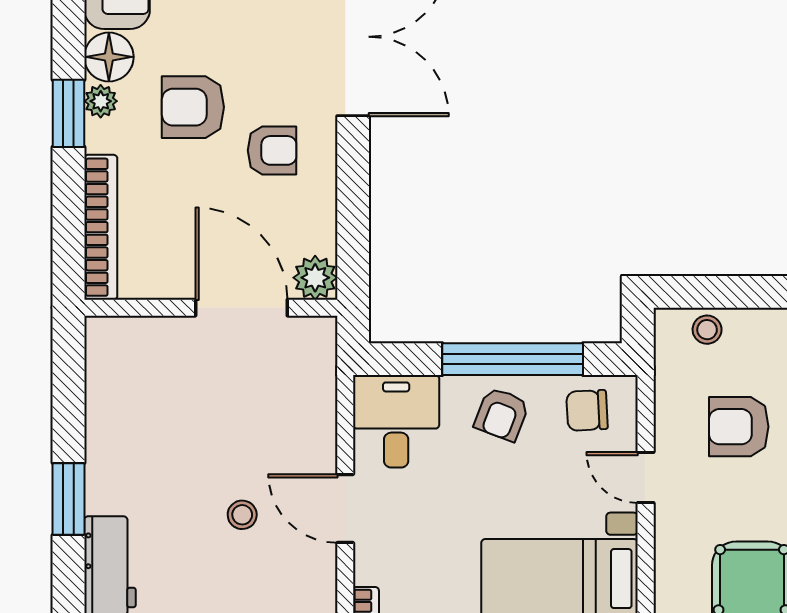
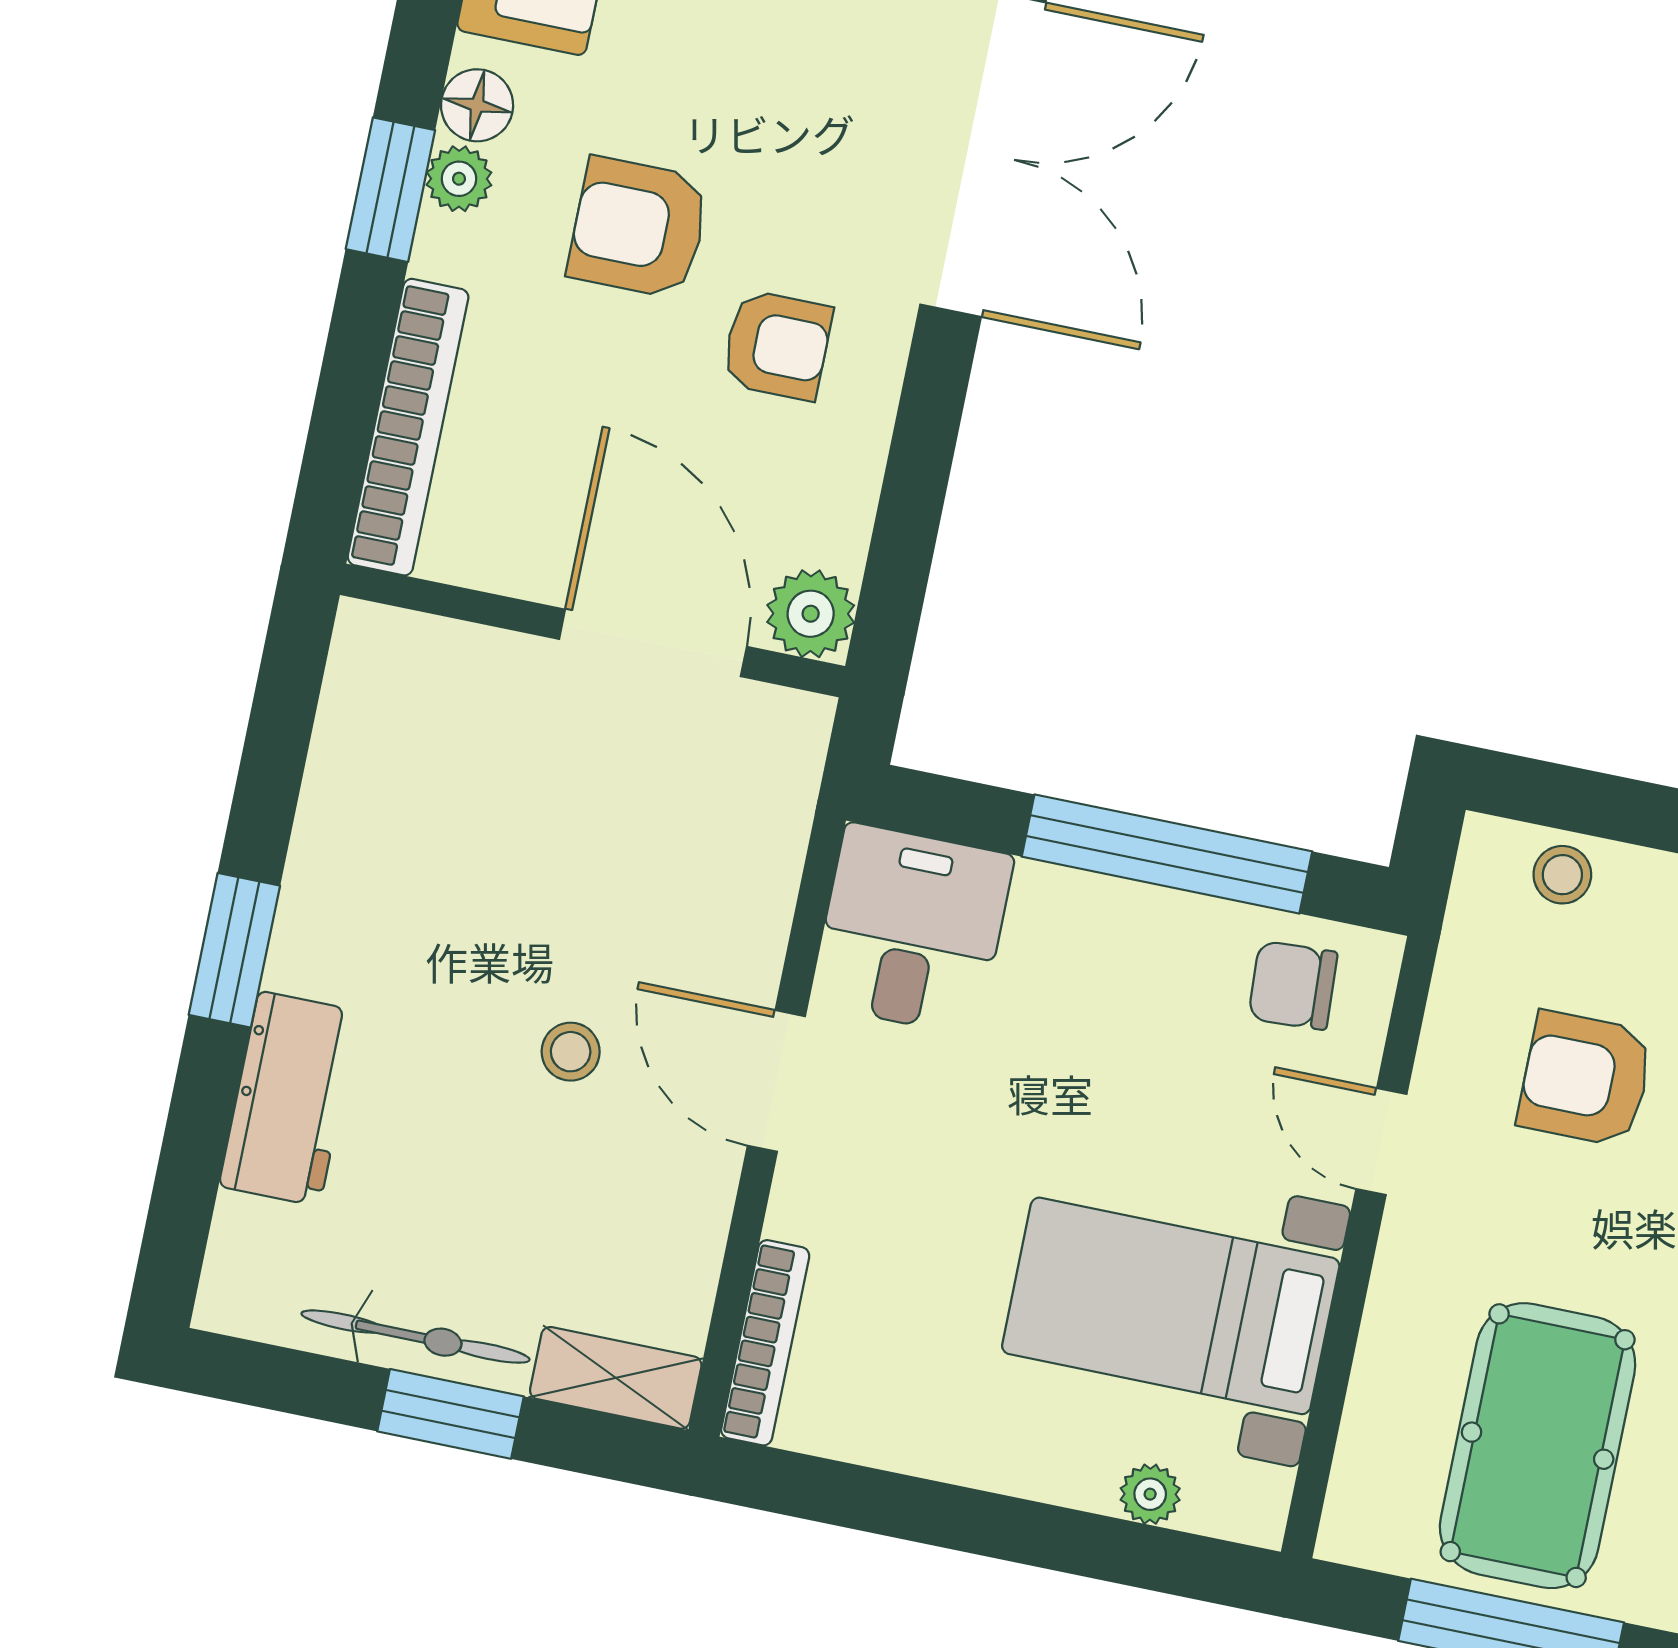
floor lamp: (109, 57) -> (477, 105), width x0.73, depth x0.73
armchair: (502, 414) -> (1123, 958), removed

